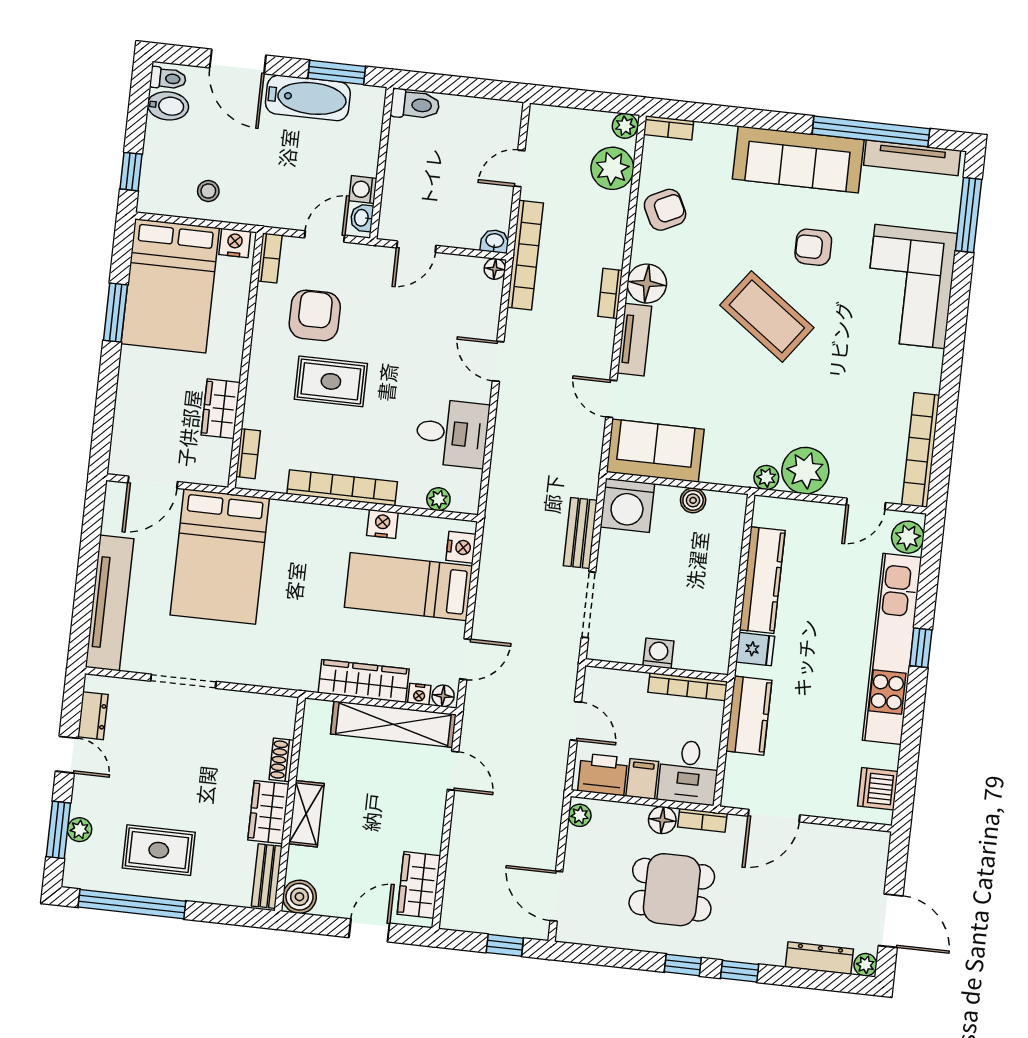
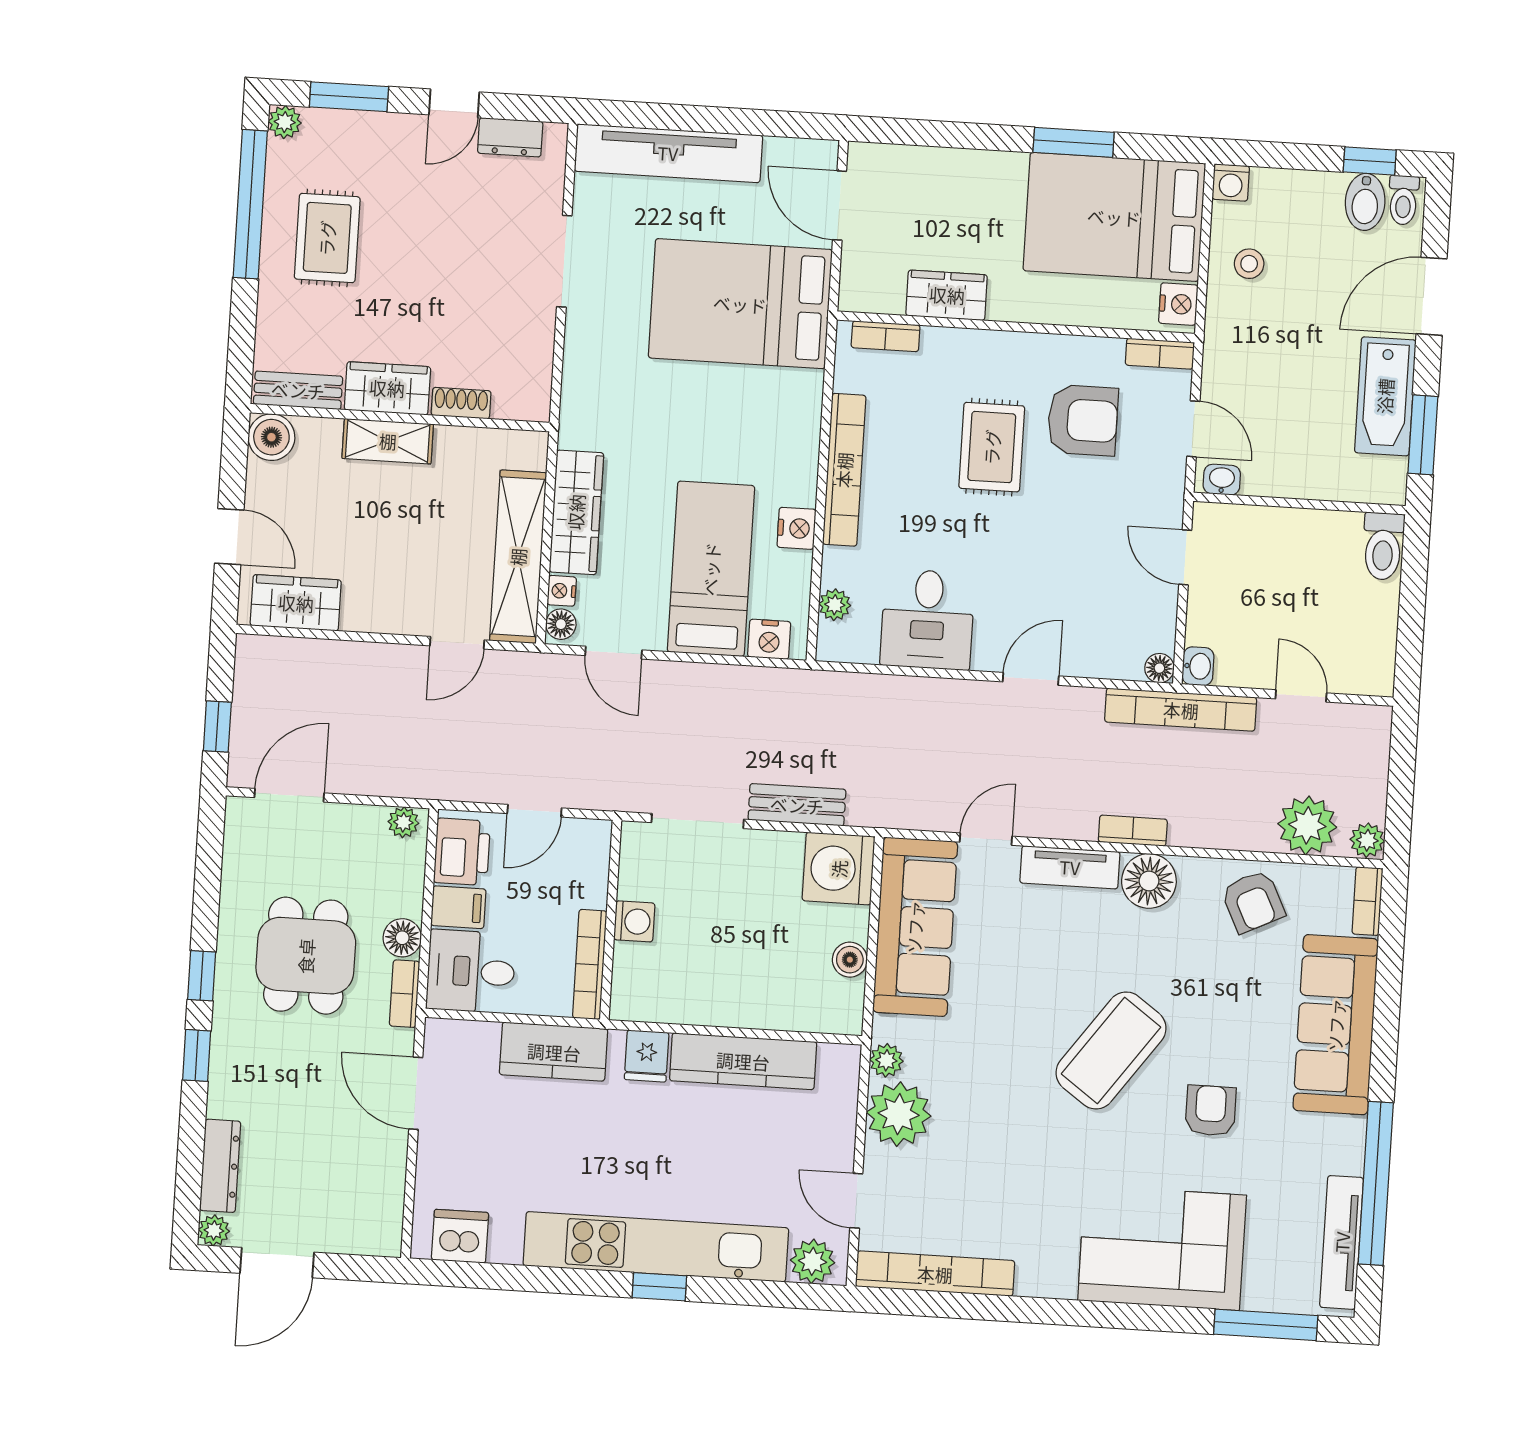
sofa: (798, 159) -> (1336, 1025), moved
window: (131, 172) -> (1370, 161), moved
washing machine: (363, 190) -> (1231, 183), moved, turned 180
sofa: (655, 451) -> (915, 927), width x1.36
plant: (80, 830) -> (285, 122), moved

